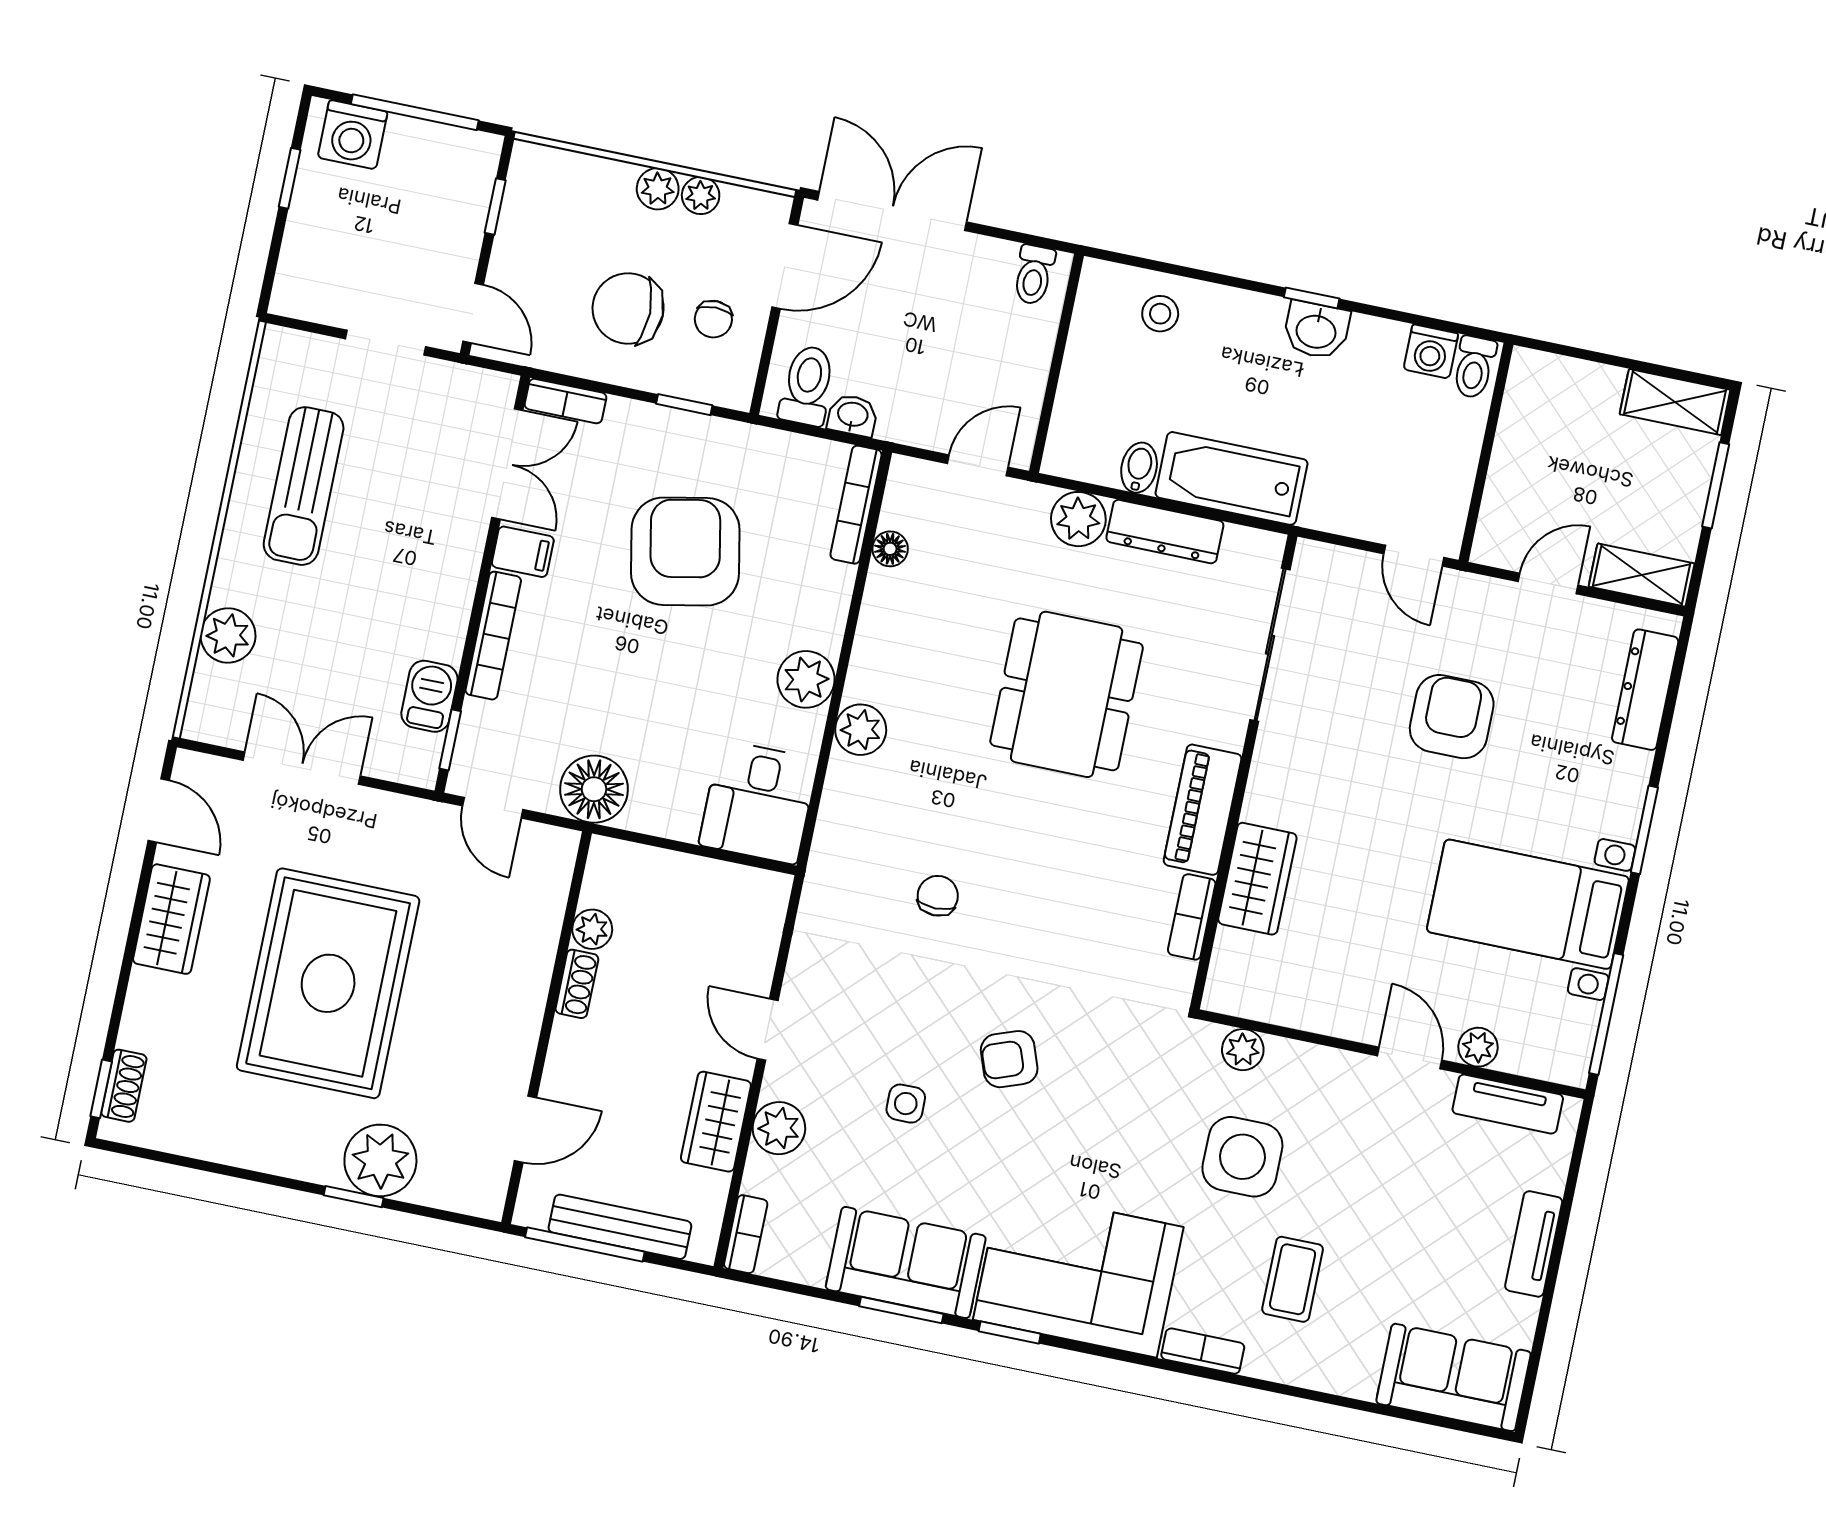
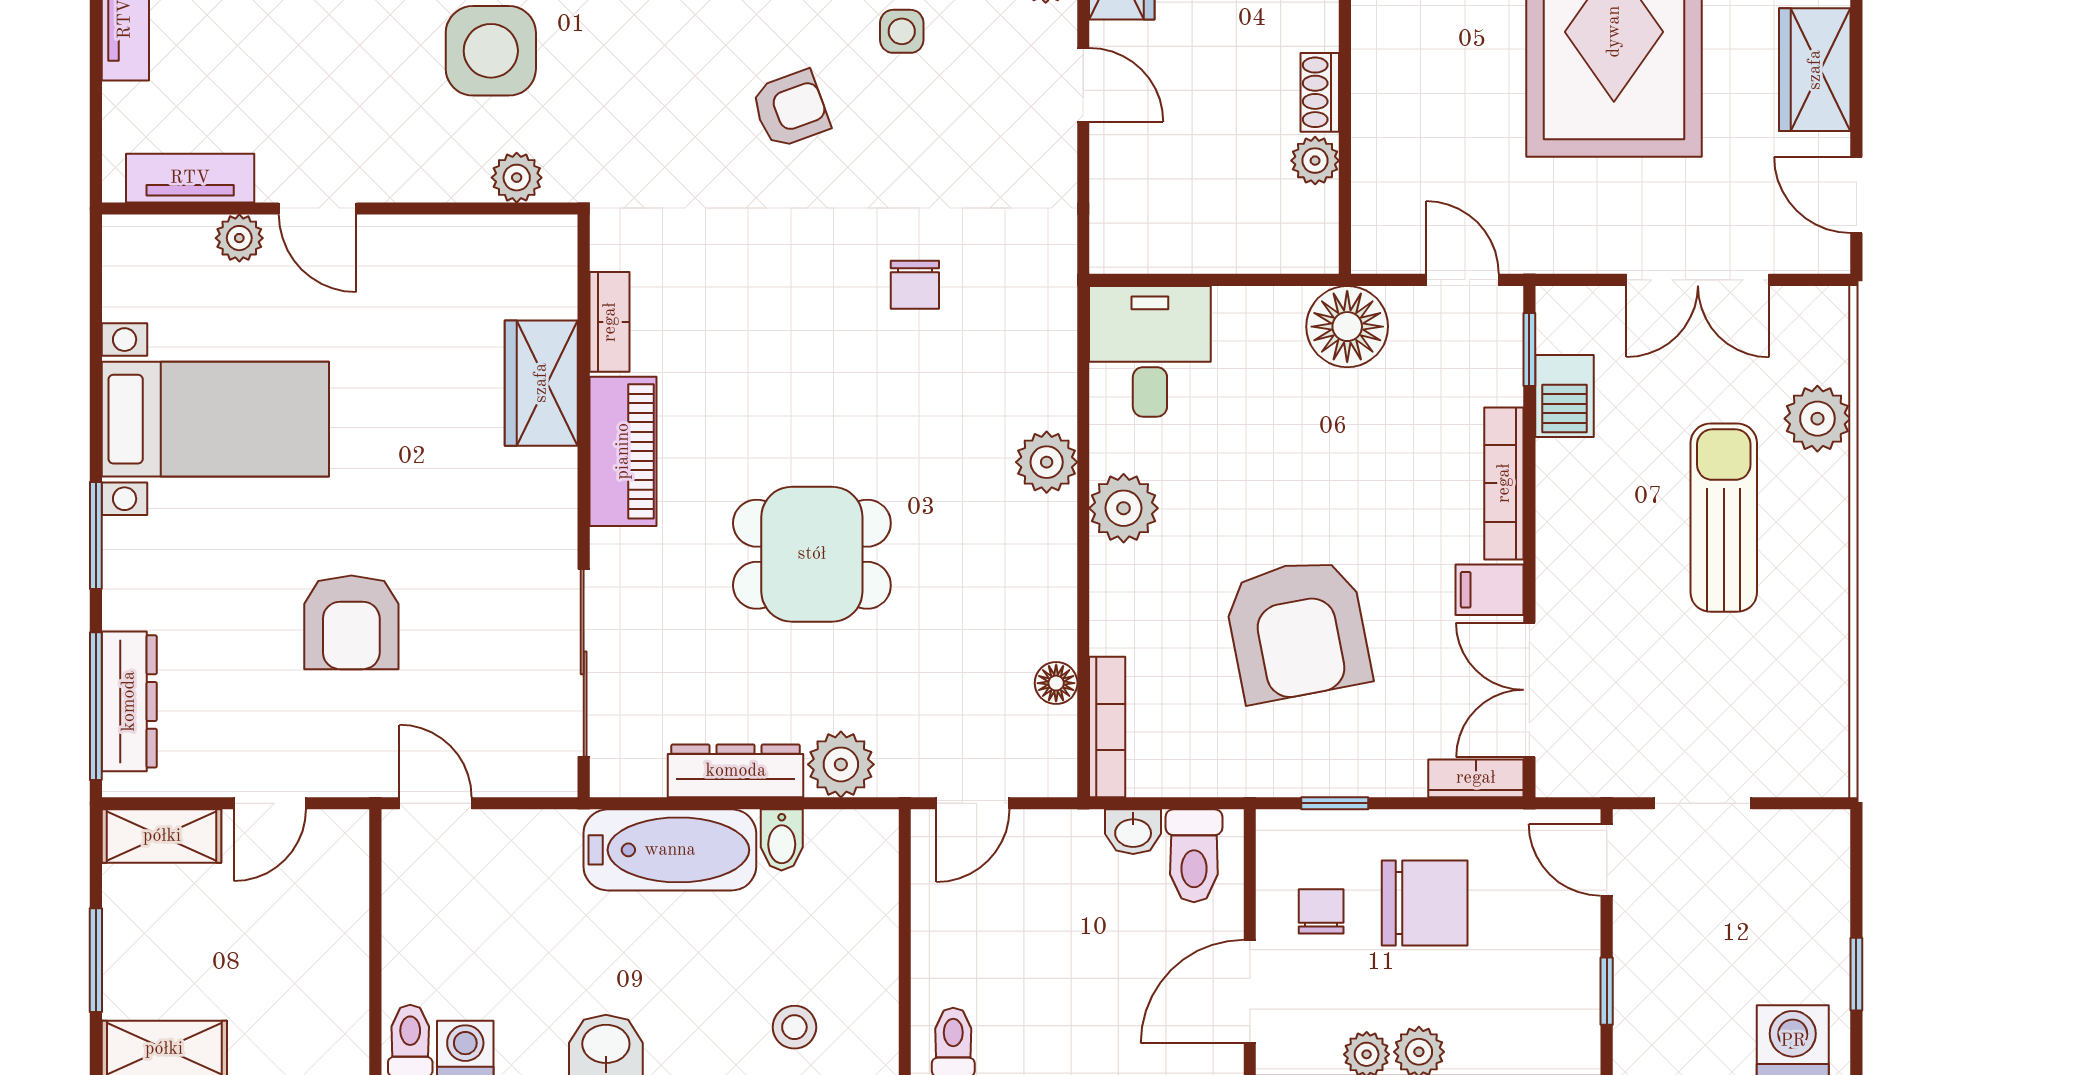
sun lounger: (304, 486) -> (1724, 518), moved
dining table: (1067, 694) -> (812, 554), width x0.73
window: (1606, 1014) -> (96, 706), moved

